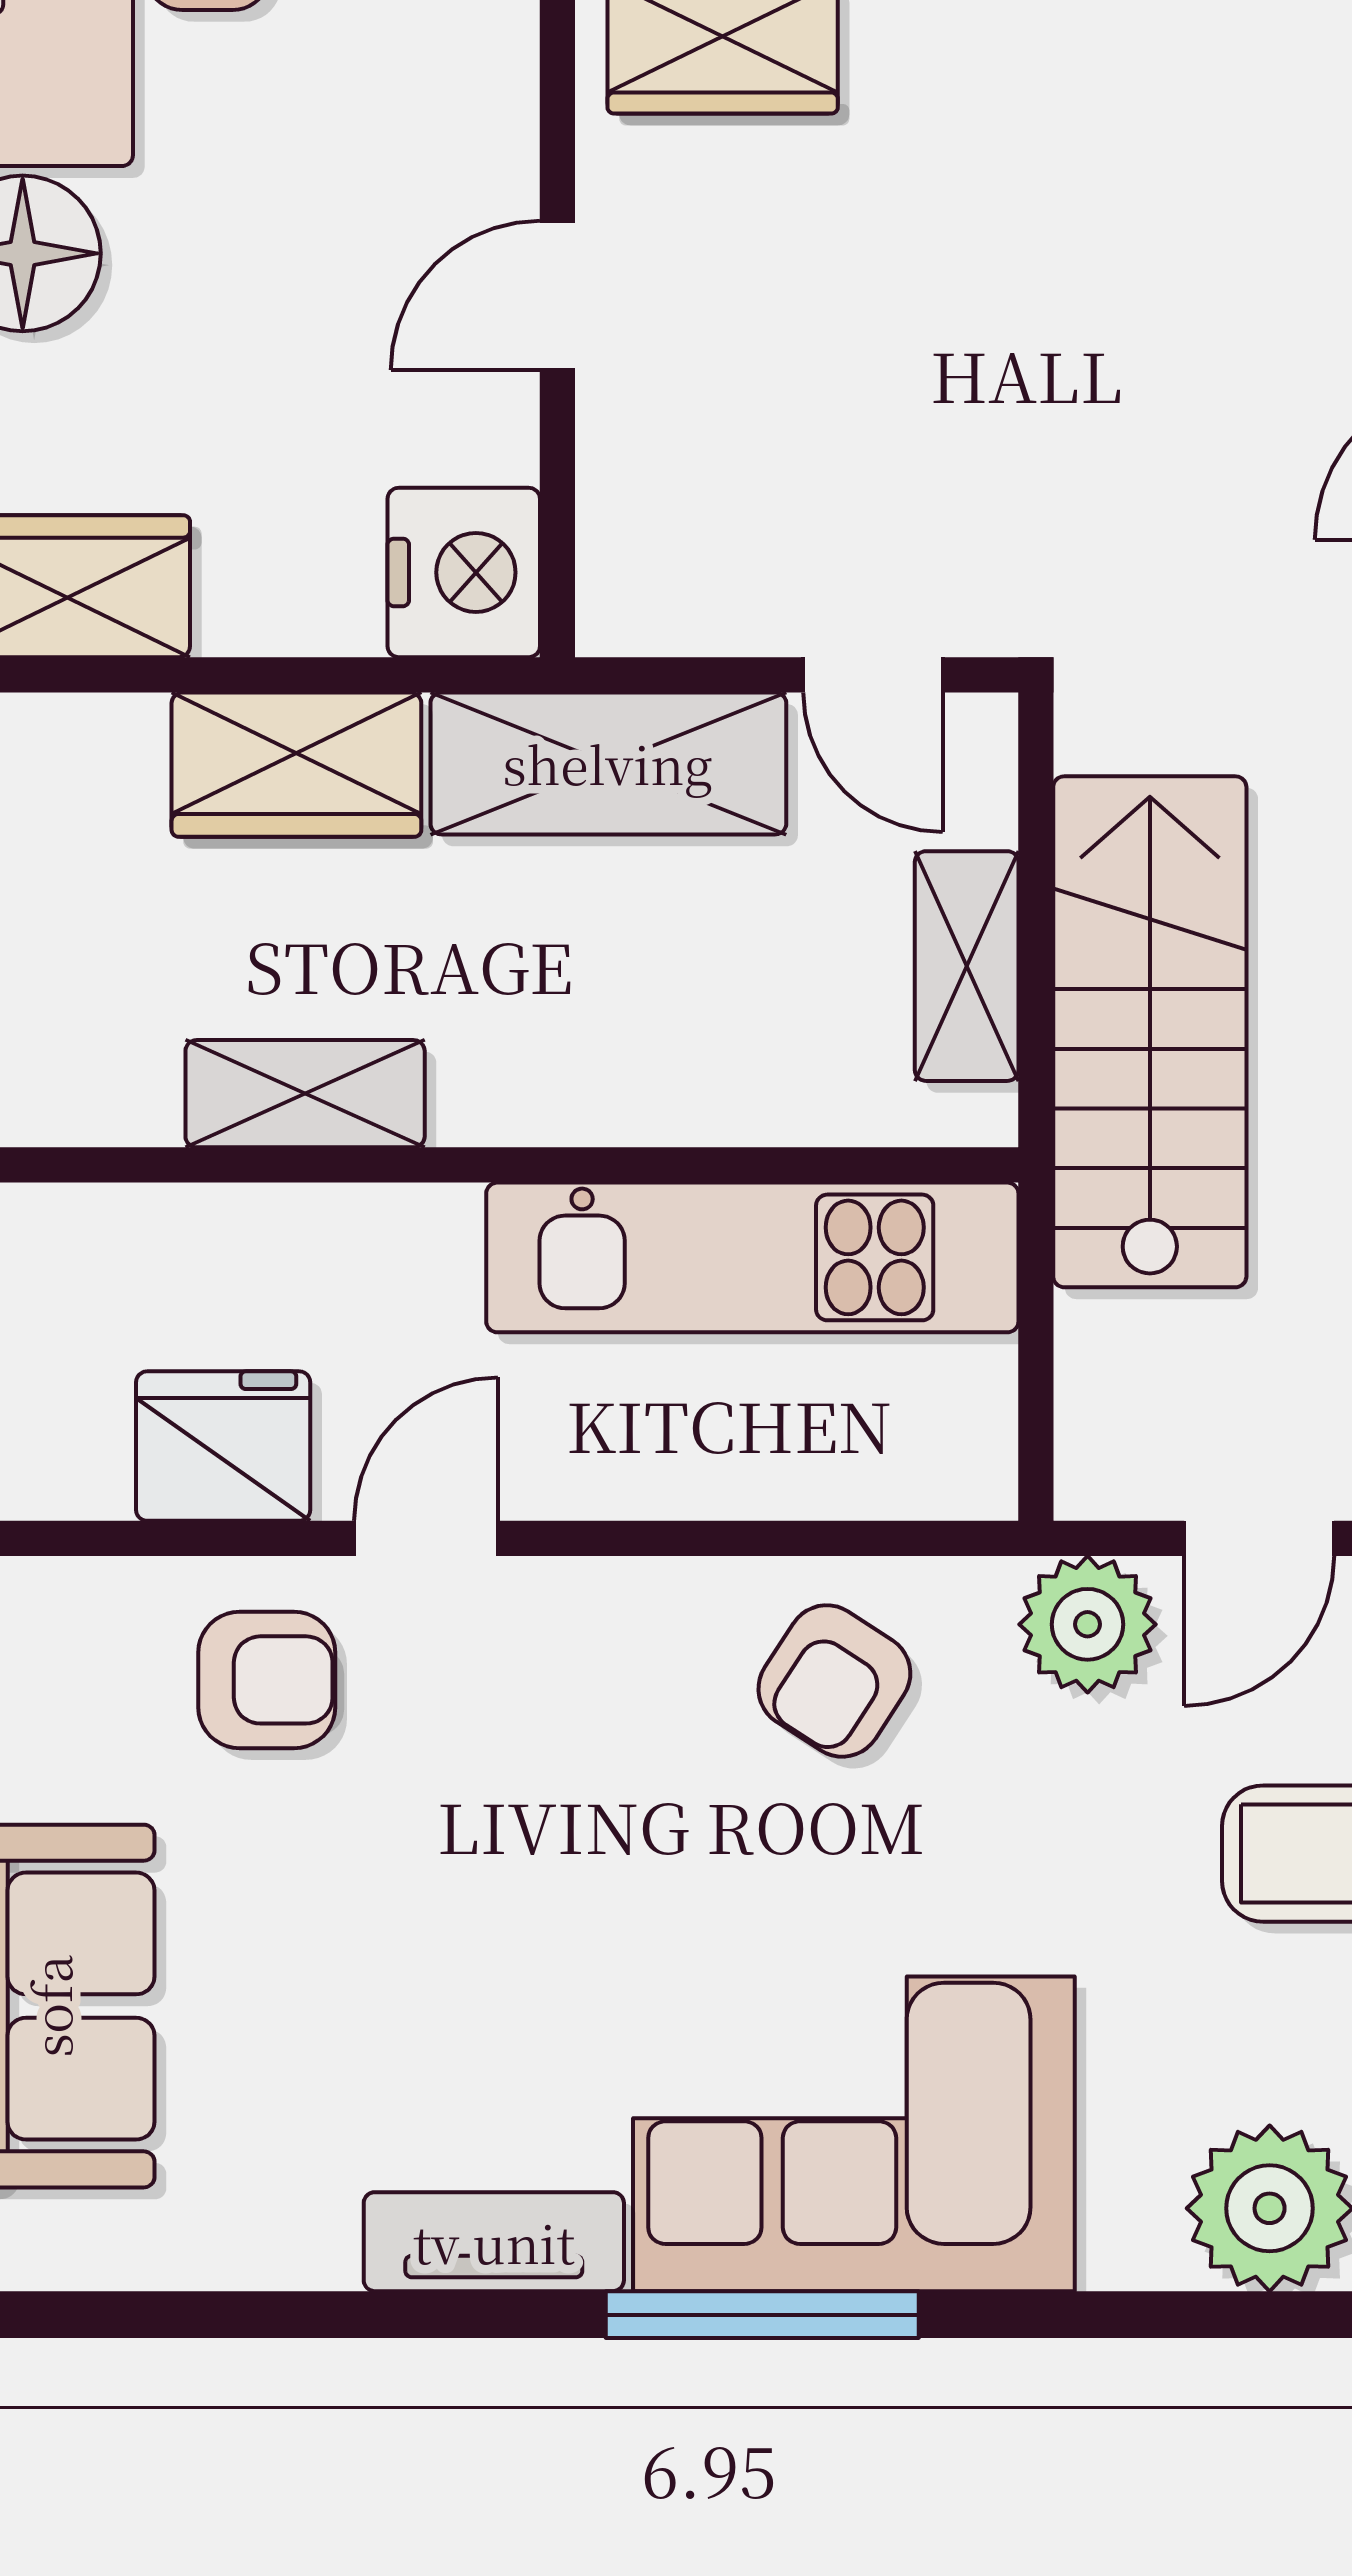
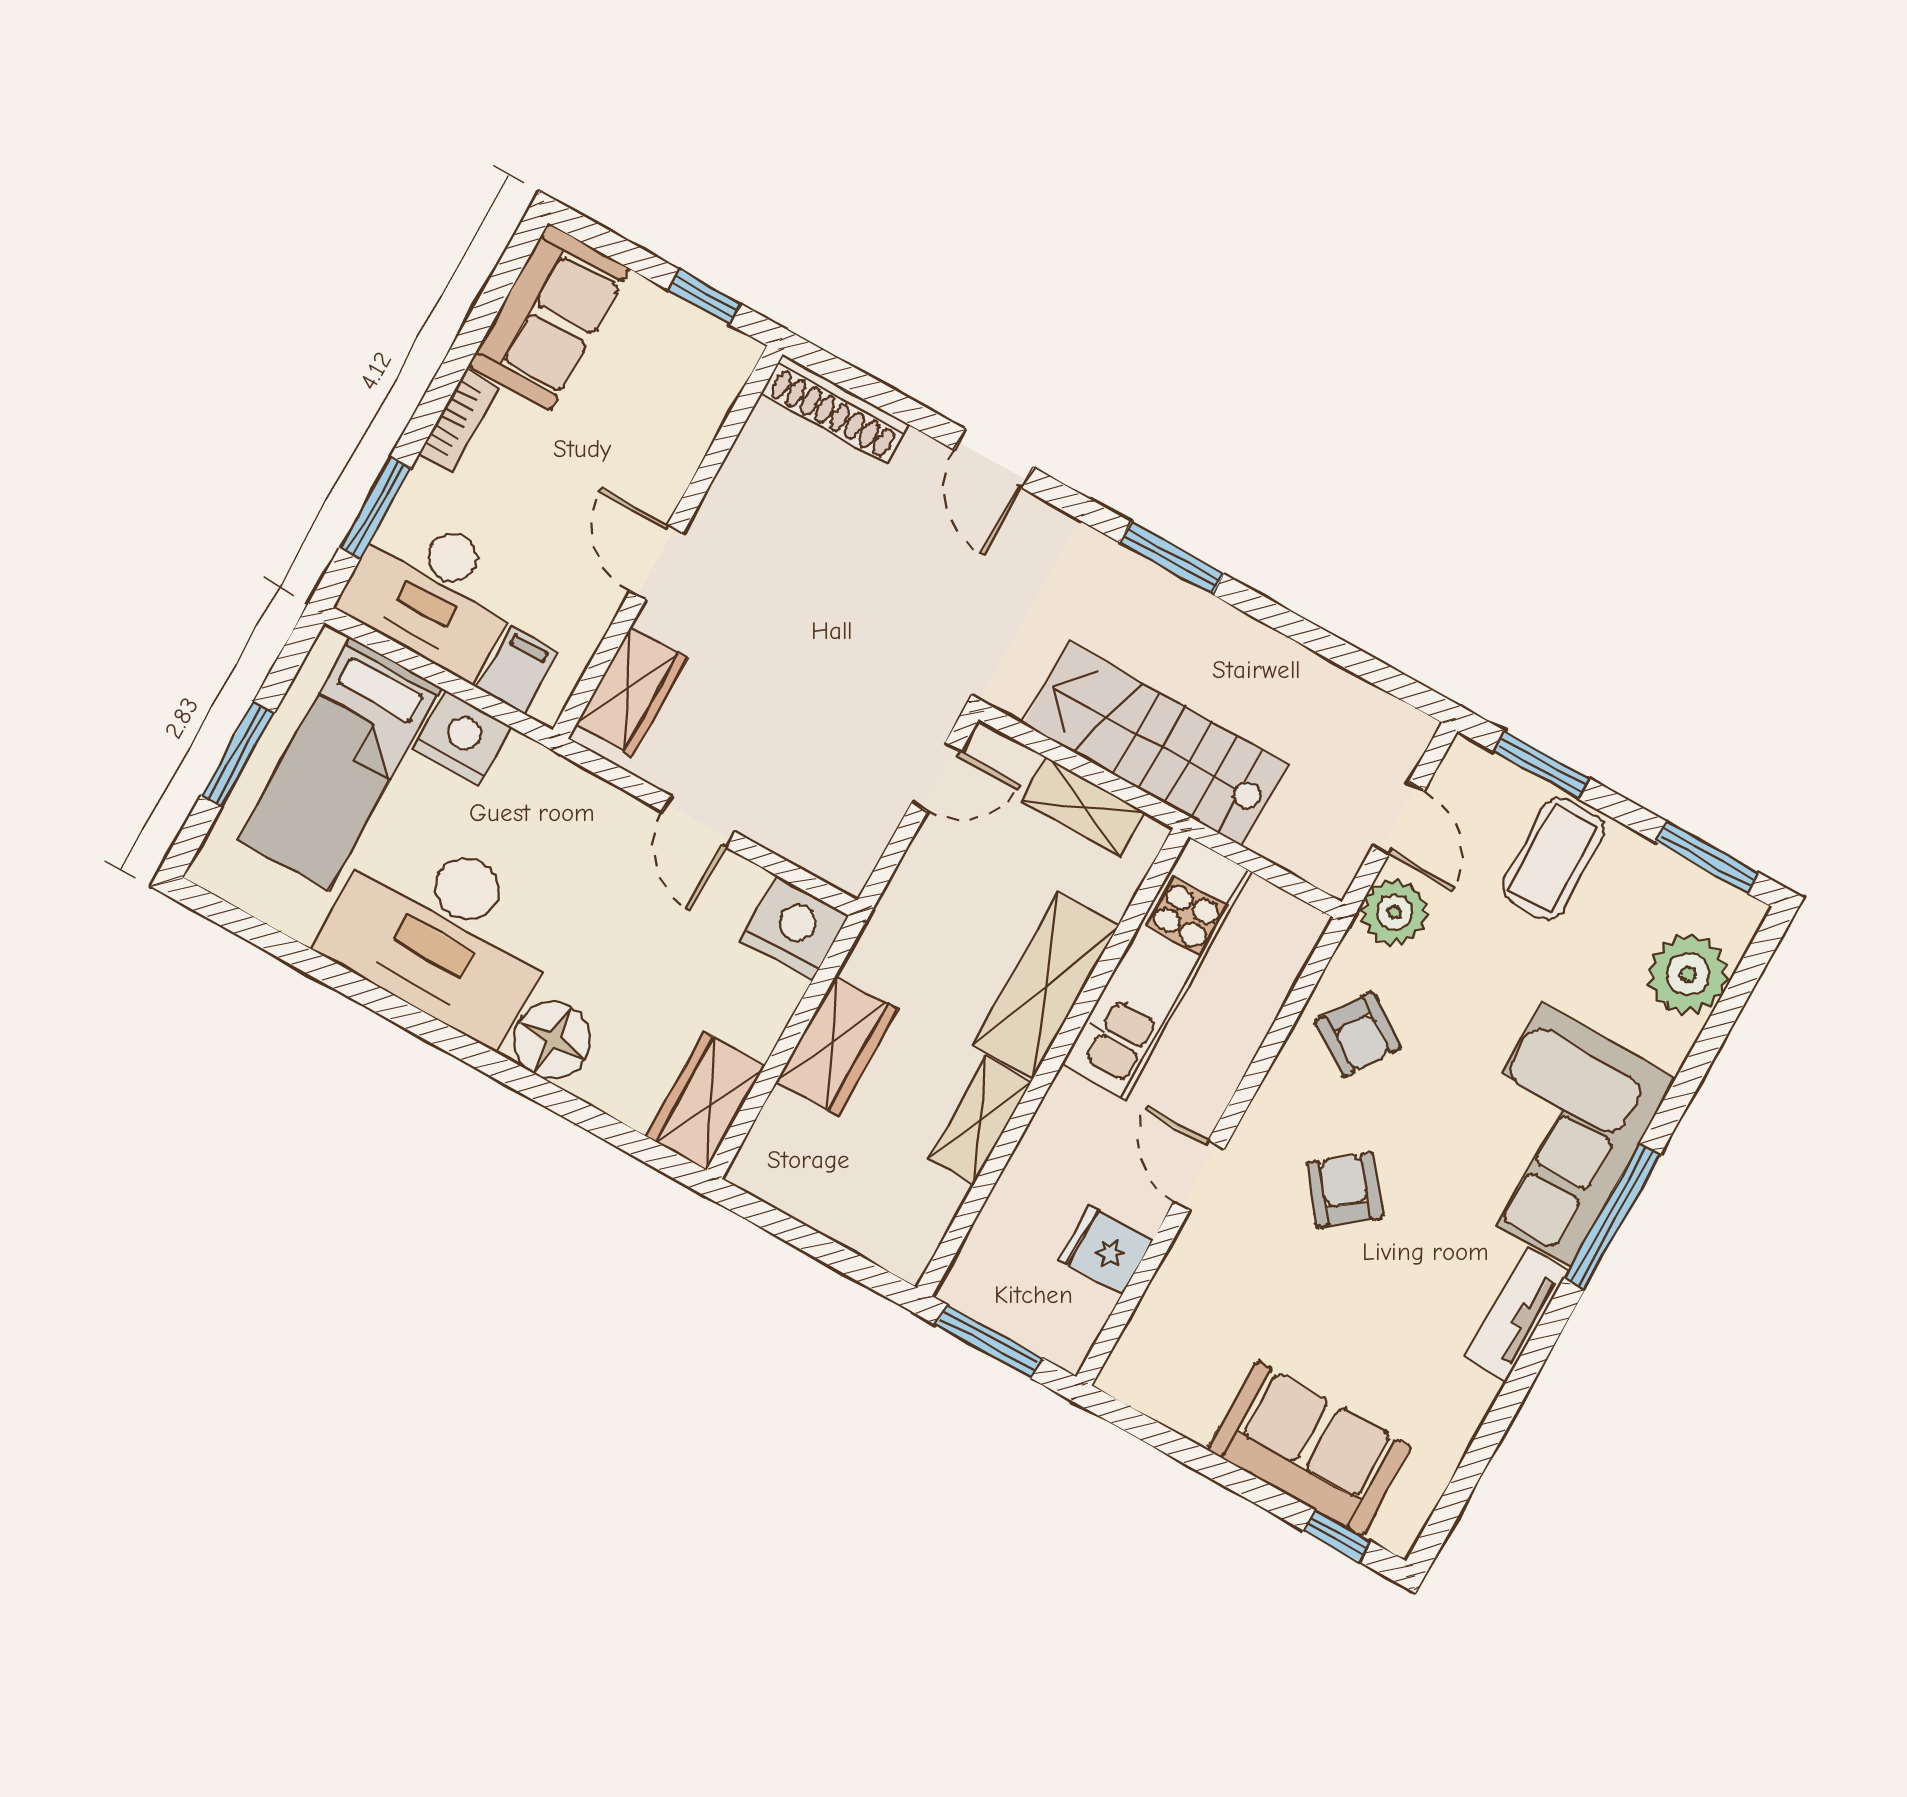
shelving: (608, 763) -> (1046, 985), moved
fridge: (223, 1446) -> (1105, 1250), width x0.72
armchair: (267, 1680) -> (1345, 1190), moved, turned -38

